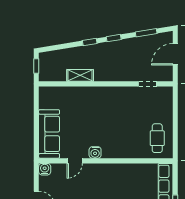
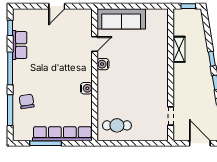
door: (75, 161) -> (95, 44), swing flipped
water cooler: (45, 169) -> (86, 88), moved

